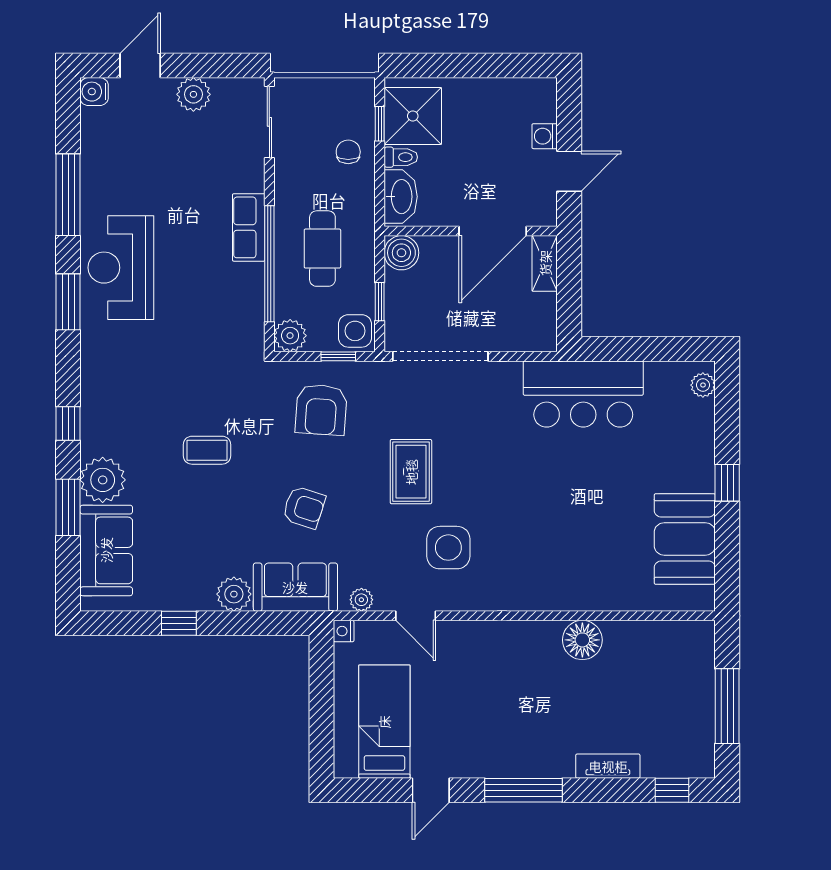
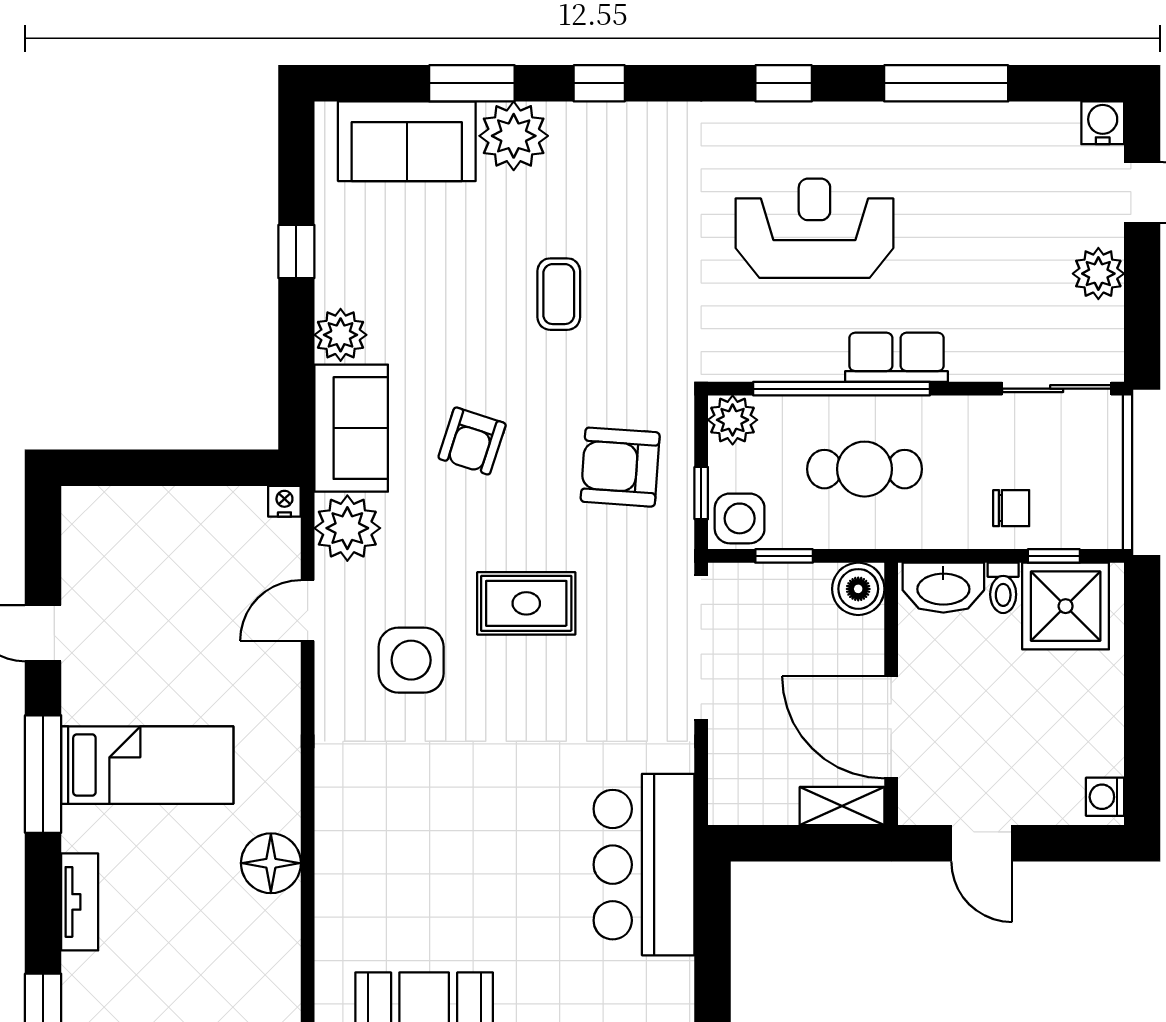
washing machine: (545, 136) -> (1105, 797), moved, turned -90
reception desk: (121, 268) -> (814, 228), moved
window: (68, 302) -> (784, 83), width x0.67
plant: (361, 600) -> (347, 528), width x1.87, depth x1.87
bed: (384, 722) -> (147, 765), moved

